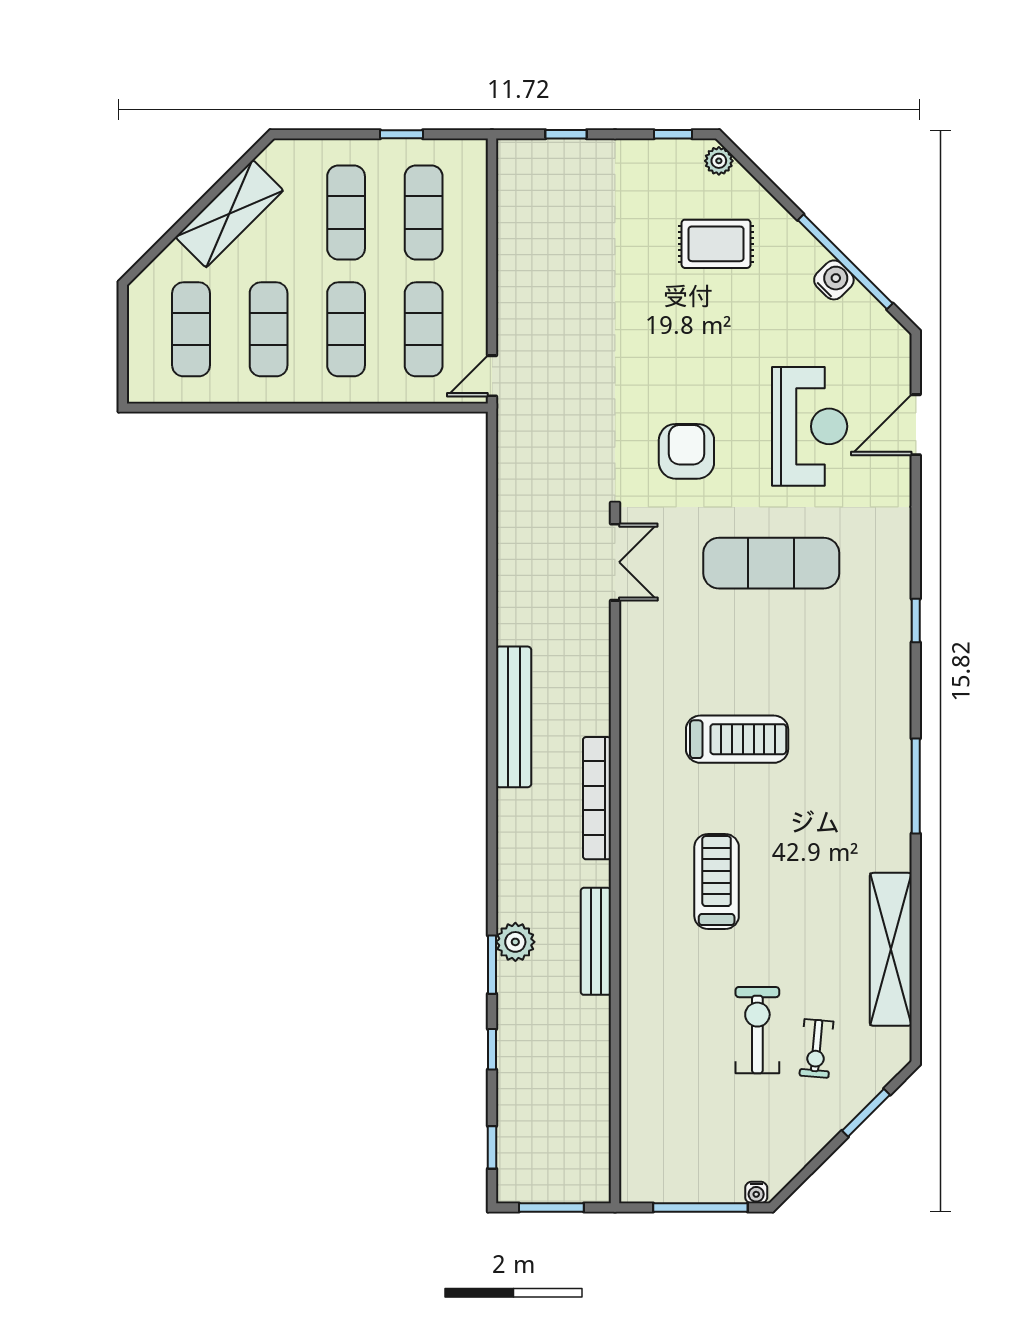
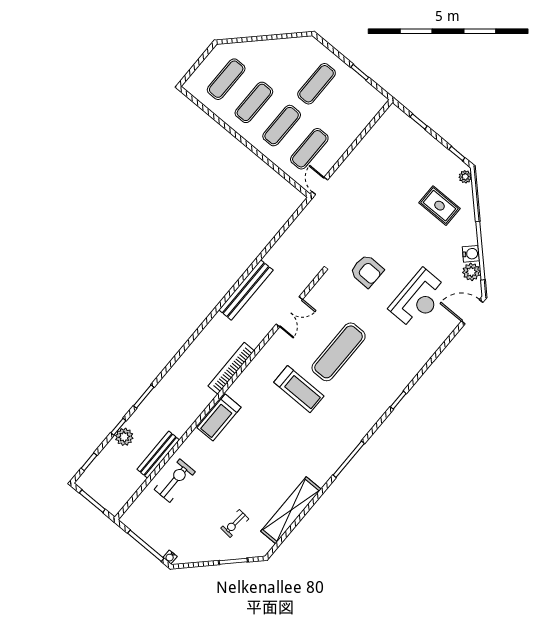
exercise mat: (424, 212) -> (344, 107), removed
shelving: (229, 214) -> (274, 49), removed
plant: (860, 309) -> (471, 272), added
door: (492, 376) -> (320, 186), hinge flipped
door: (916, 425) -> (472, 312), moved
armchair: (686, 451) -> (367, 271), turned 91
double door: (615, 562) -> (289, 312), moved
exercise mat: (771, 563) -> (339, 352), moved, turned 90
bench: (514, 717) -> (246, 290), moved
treadmill: (717, 881) -> (219, 418), moved, turned 180
bench: (596, 941) -> (158, 455), moved
plant: (515, 942) -> (124, 437), moved
exercise bike: (757, 1030) -> (175, 481), moved

